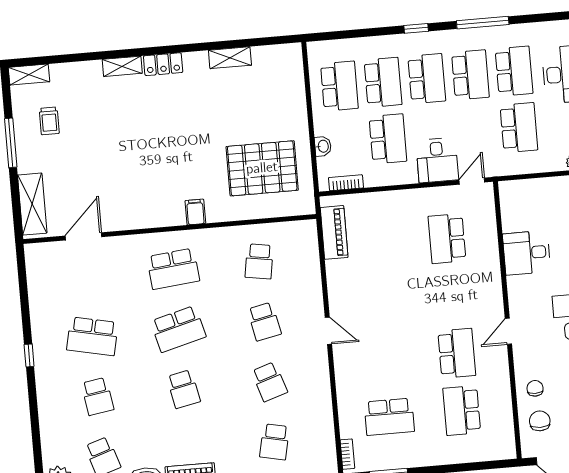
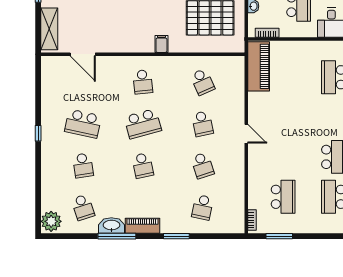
piano: (334, 232) -> (259, 66), width x1.37, depth x1.33
door: (83, 236) -> (83, 54), swing flipped
school desk: (259, 261) -> (202, 82), turned -33
school desk: (173, 269) -> (143, 82), width x0.54
school desk: (389, 417) -> (283, 197), turned -90

